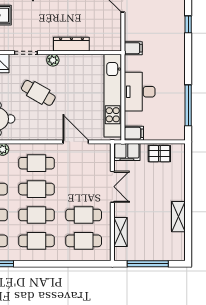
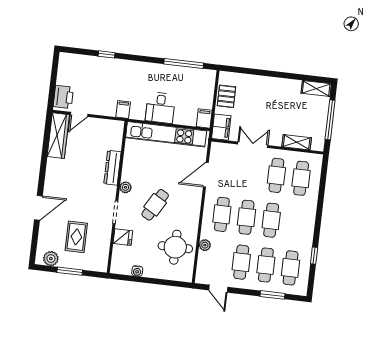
desk: (140, 92) -> (160, 108), width x0.73
shelving: (178, 217) -> (316, 89), moved
cafe table: (37, 241) -> (296, 223), removed

